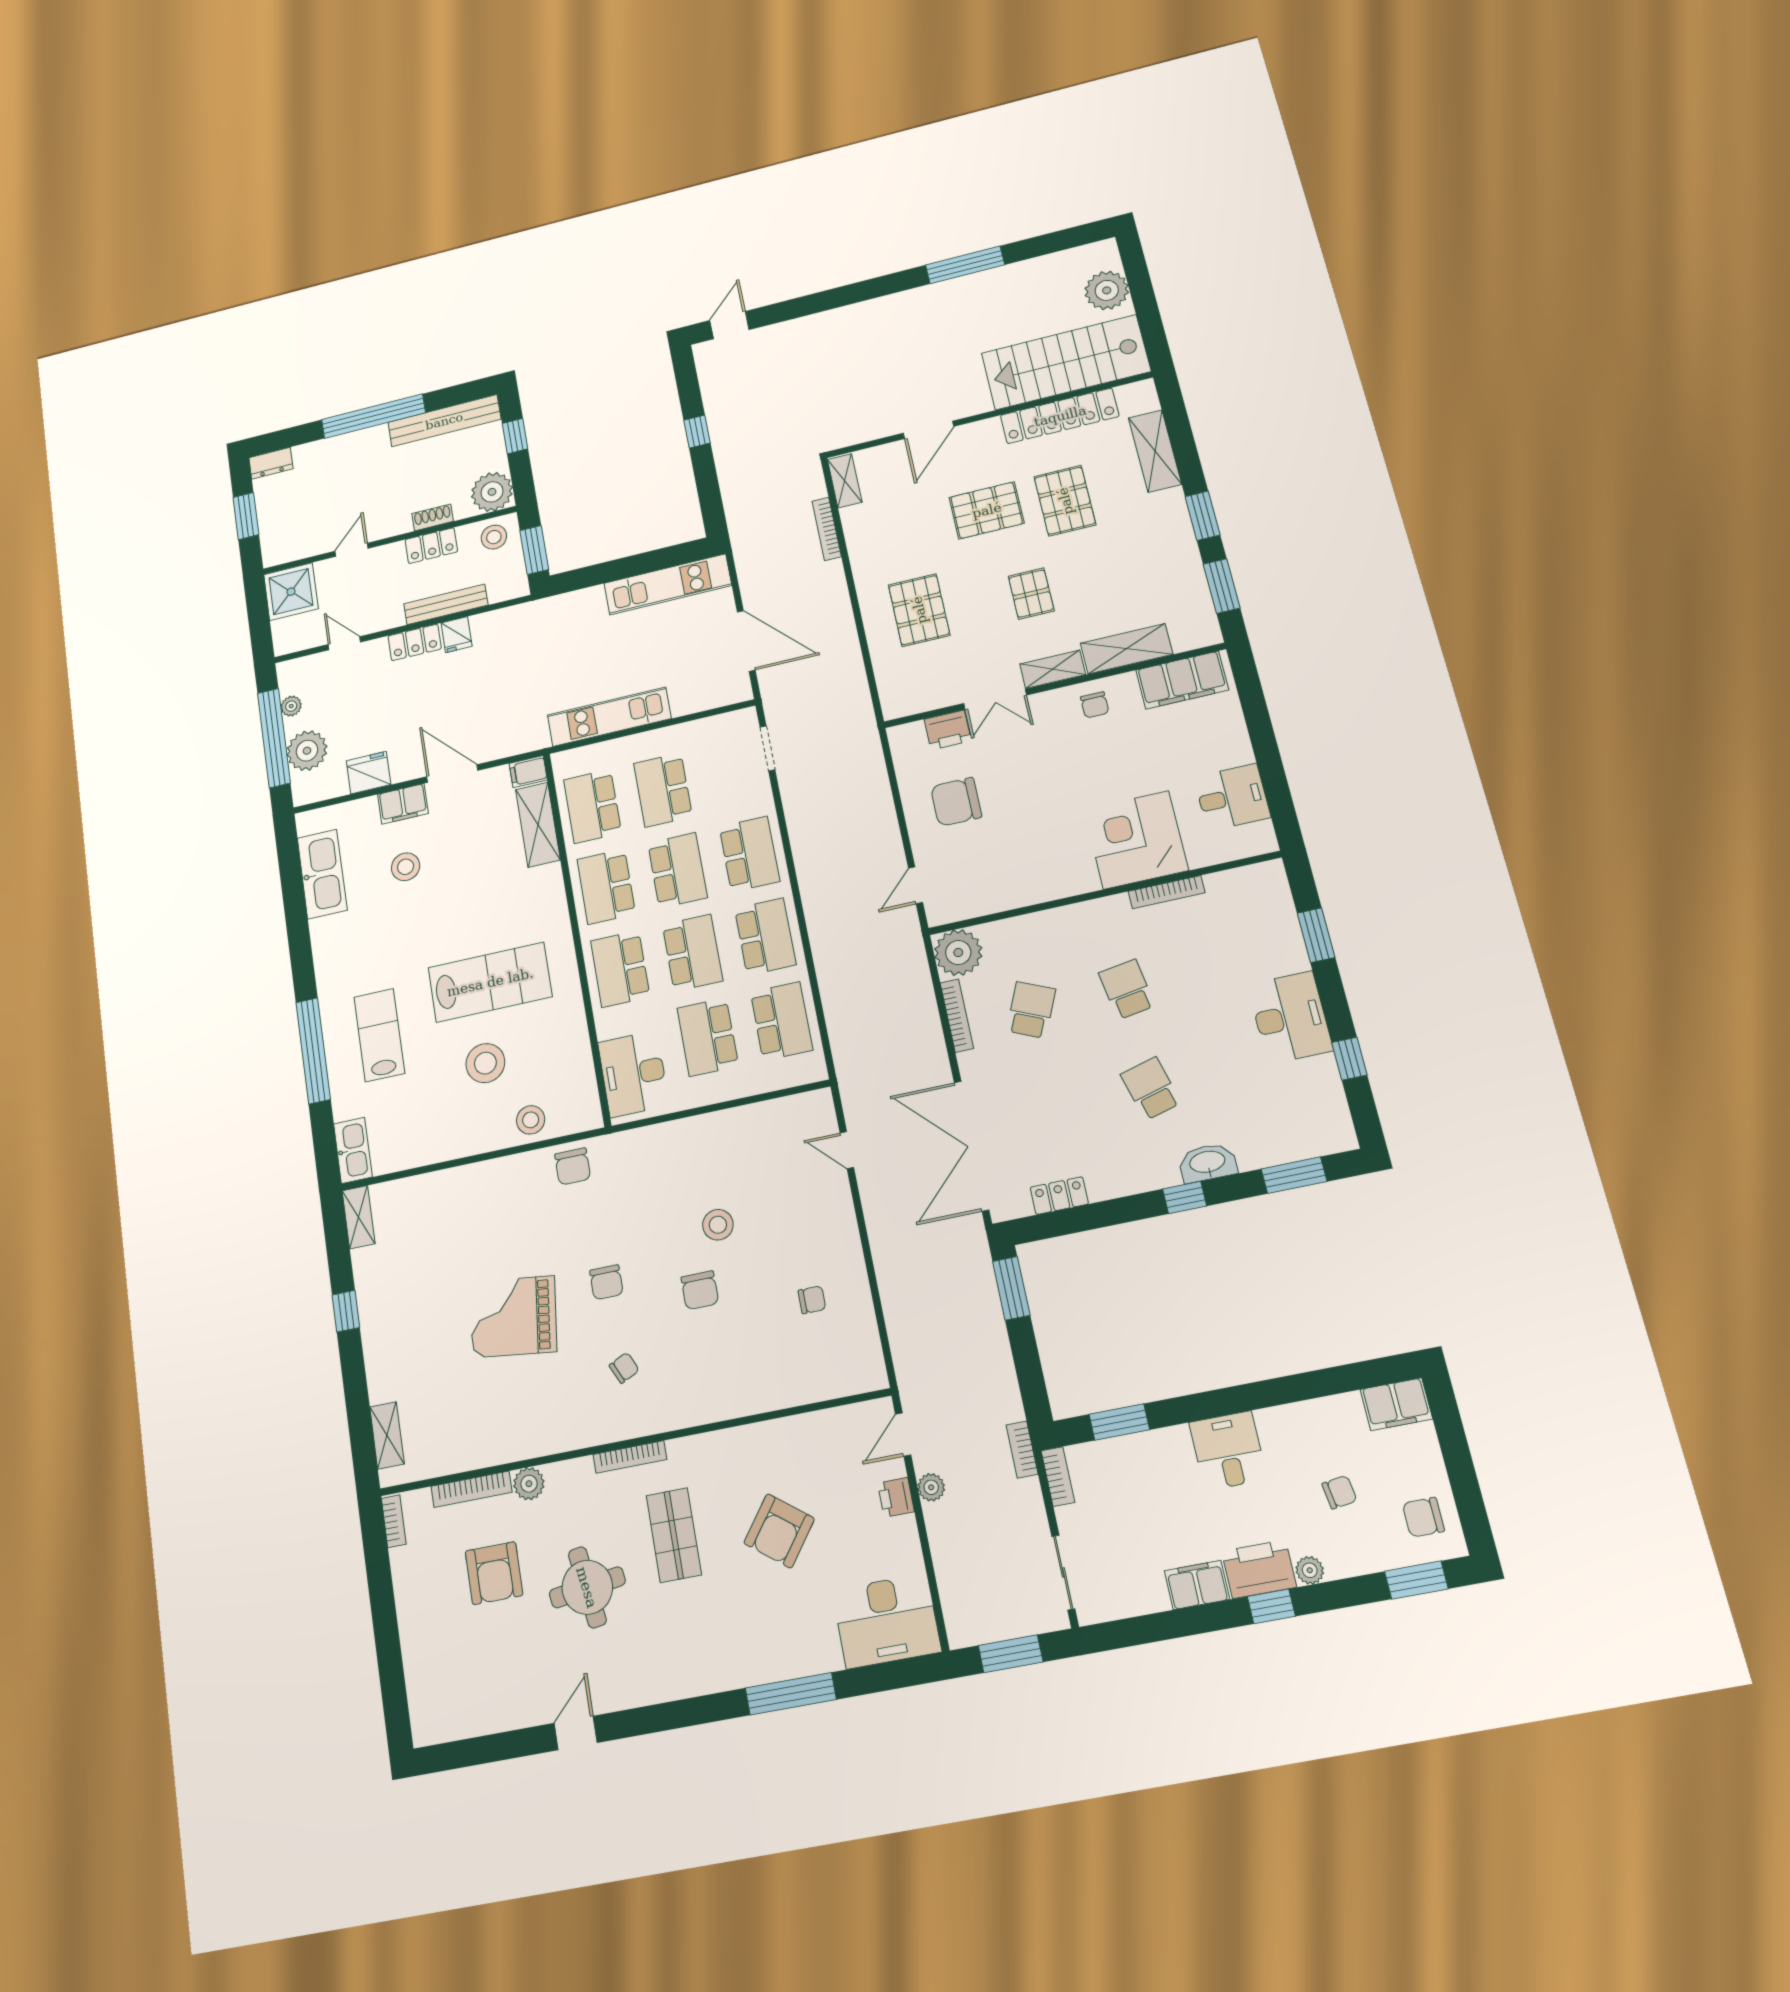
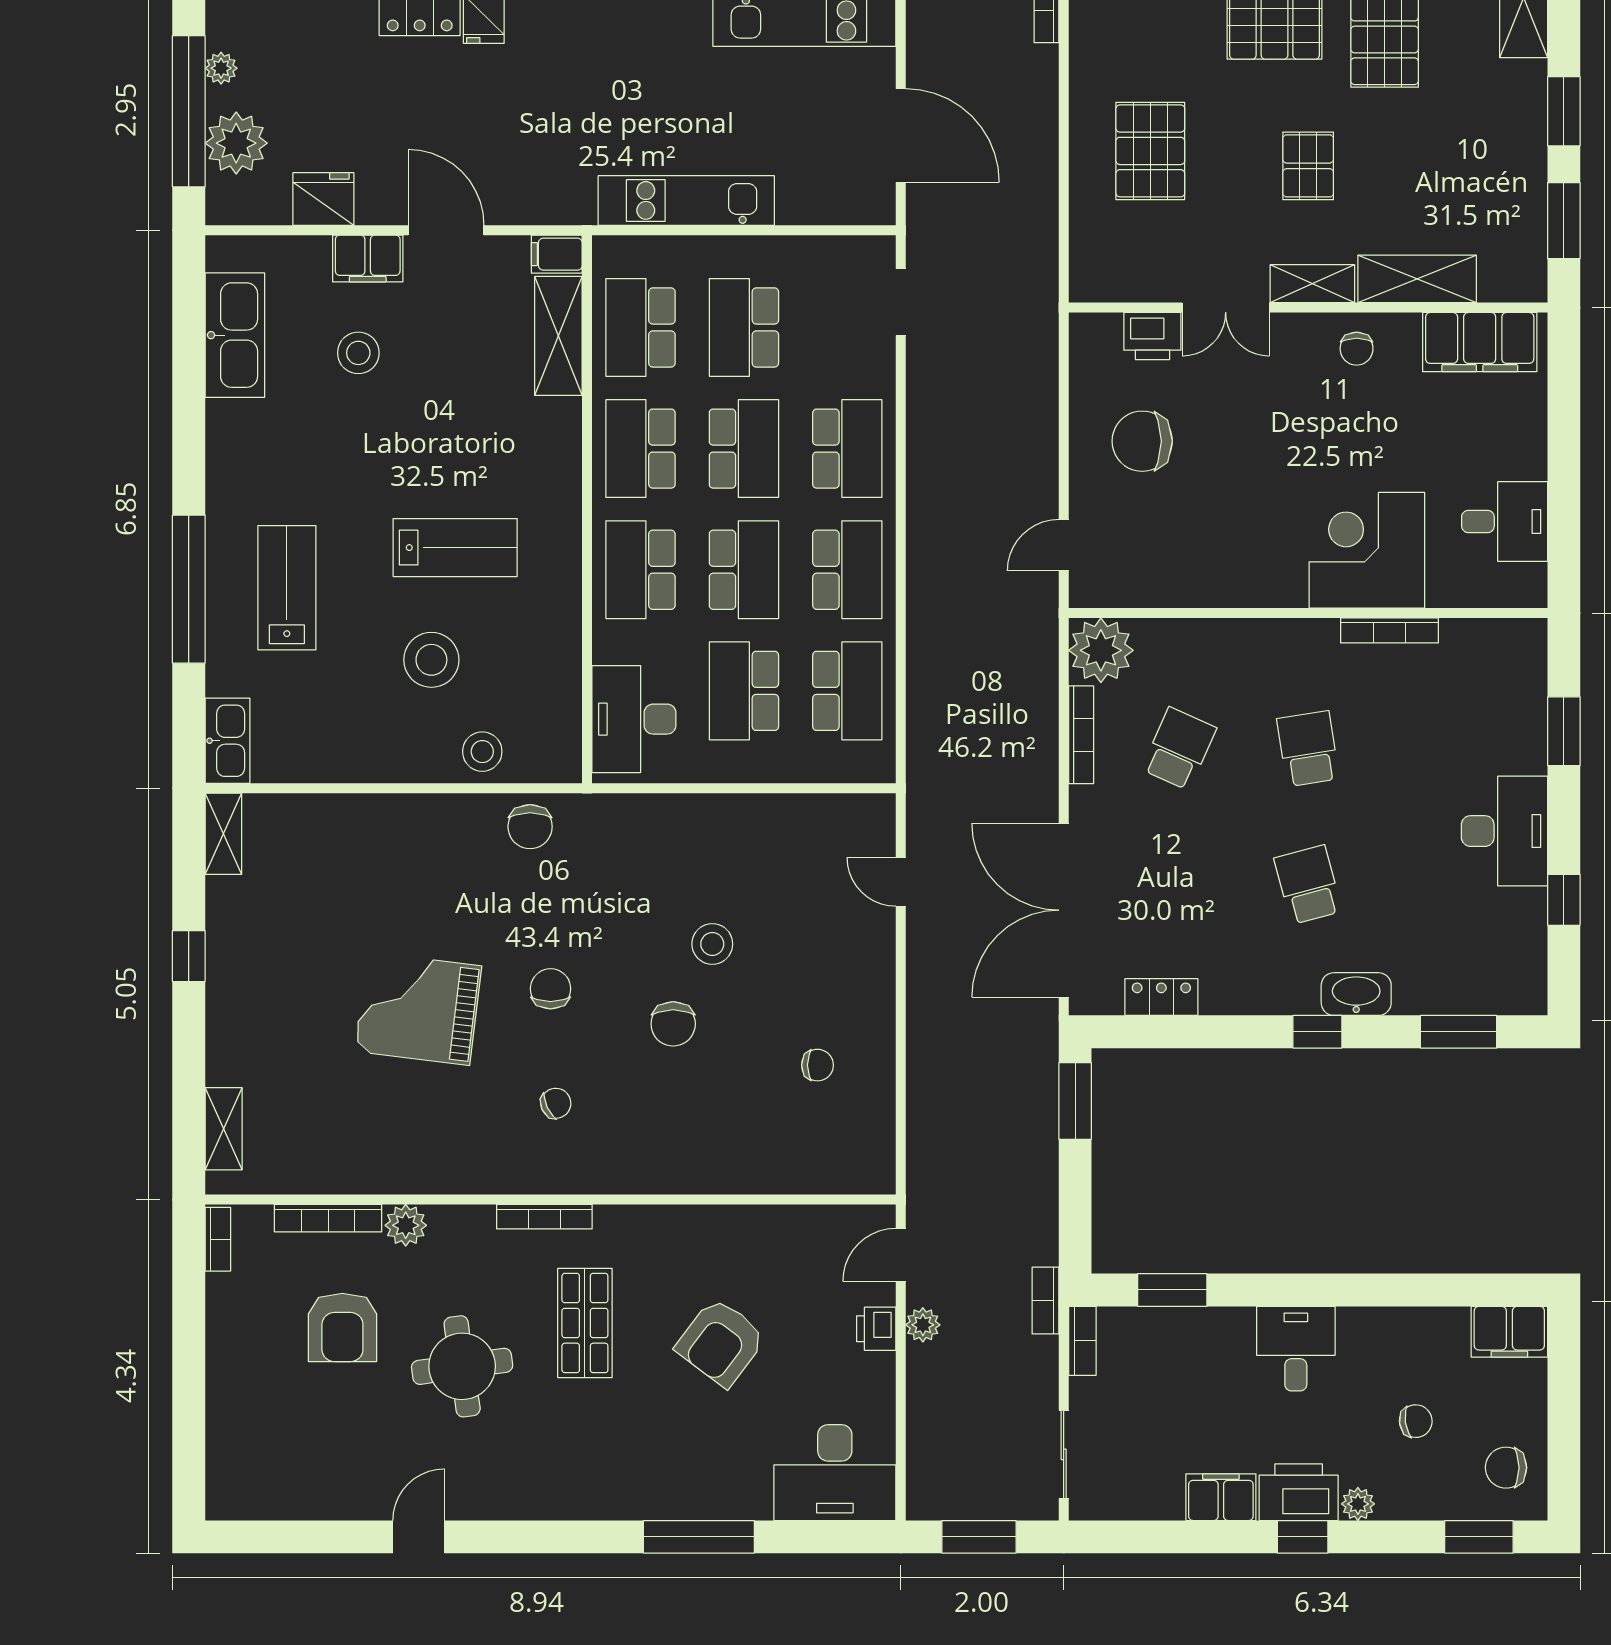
lab bench: (490, 982) -> (455, 548), width x0.73, depth x0.72
chair: (606, 1282) -> (551, 989), turned 180

